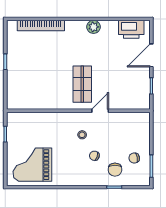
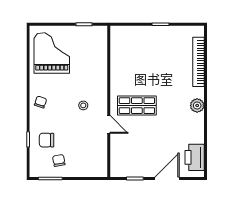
plant: (94, 27) -> (197, 105), moved
door: (151, 55) -> (167, 179), hinge flipped
chair: (94, 156) -> (41, 102), moved

